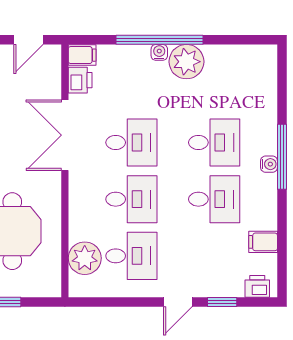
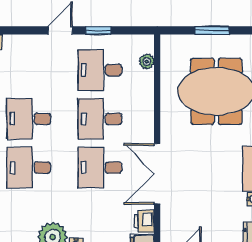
double door: (65, 135) -> (157, 174), swing flipped
plant: (85, 258) -> (147, 62), width x0.53, depth x0.53
window: (222, 302) -> (98, 30), moved

